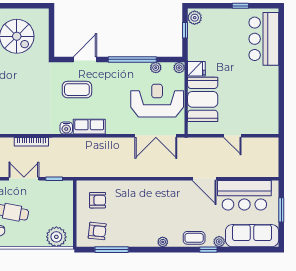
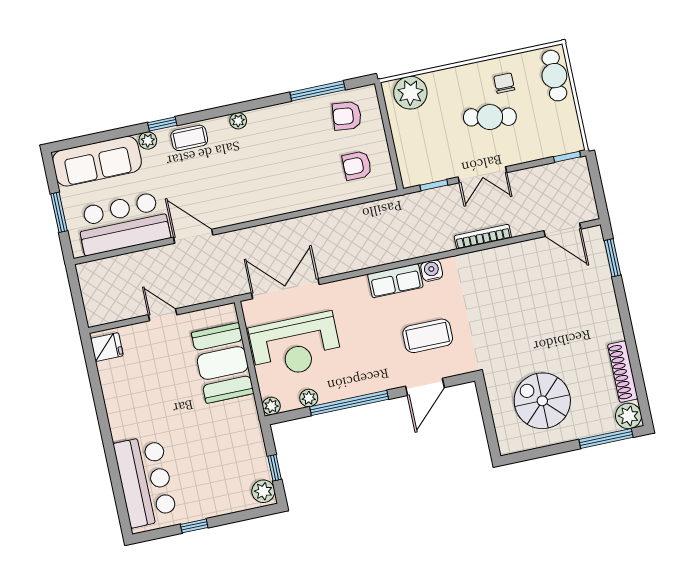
fridge: (196, 69) -> (107, 347), moved, turned 180

